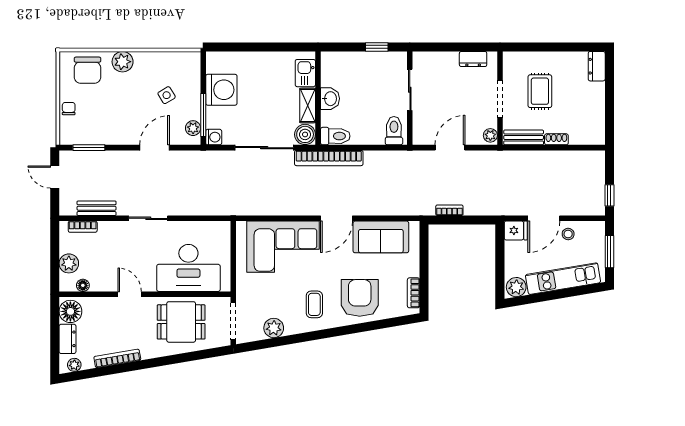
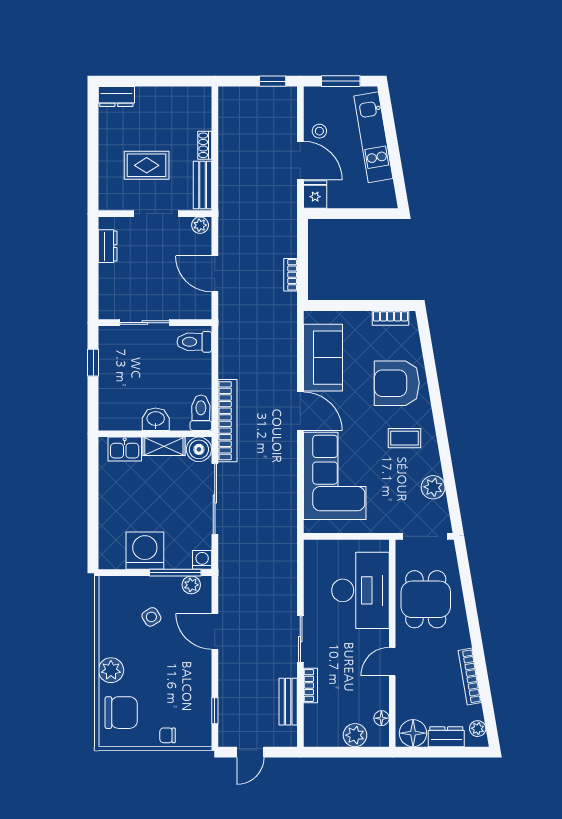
window: (89, 148) -> (215, 711), width x0.67
bookcase: (83, 227) -> (310, 686), moved
plant: (516, 287) -> (384, 194), removed

